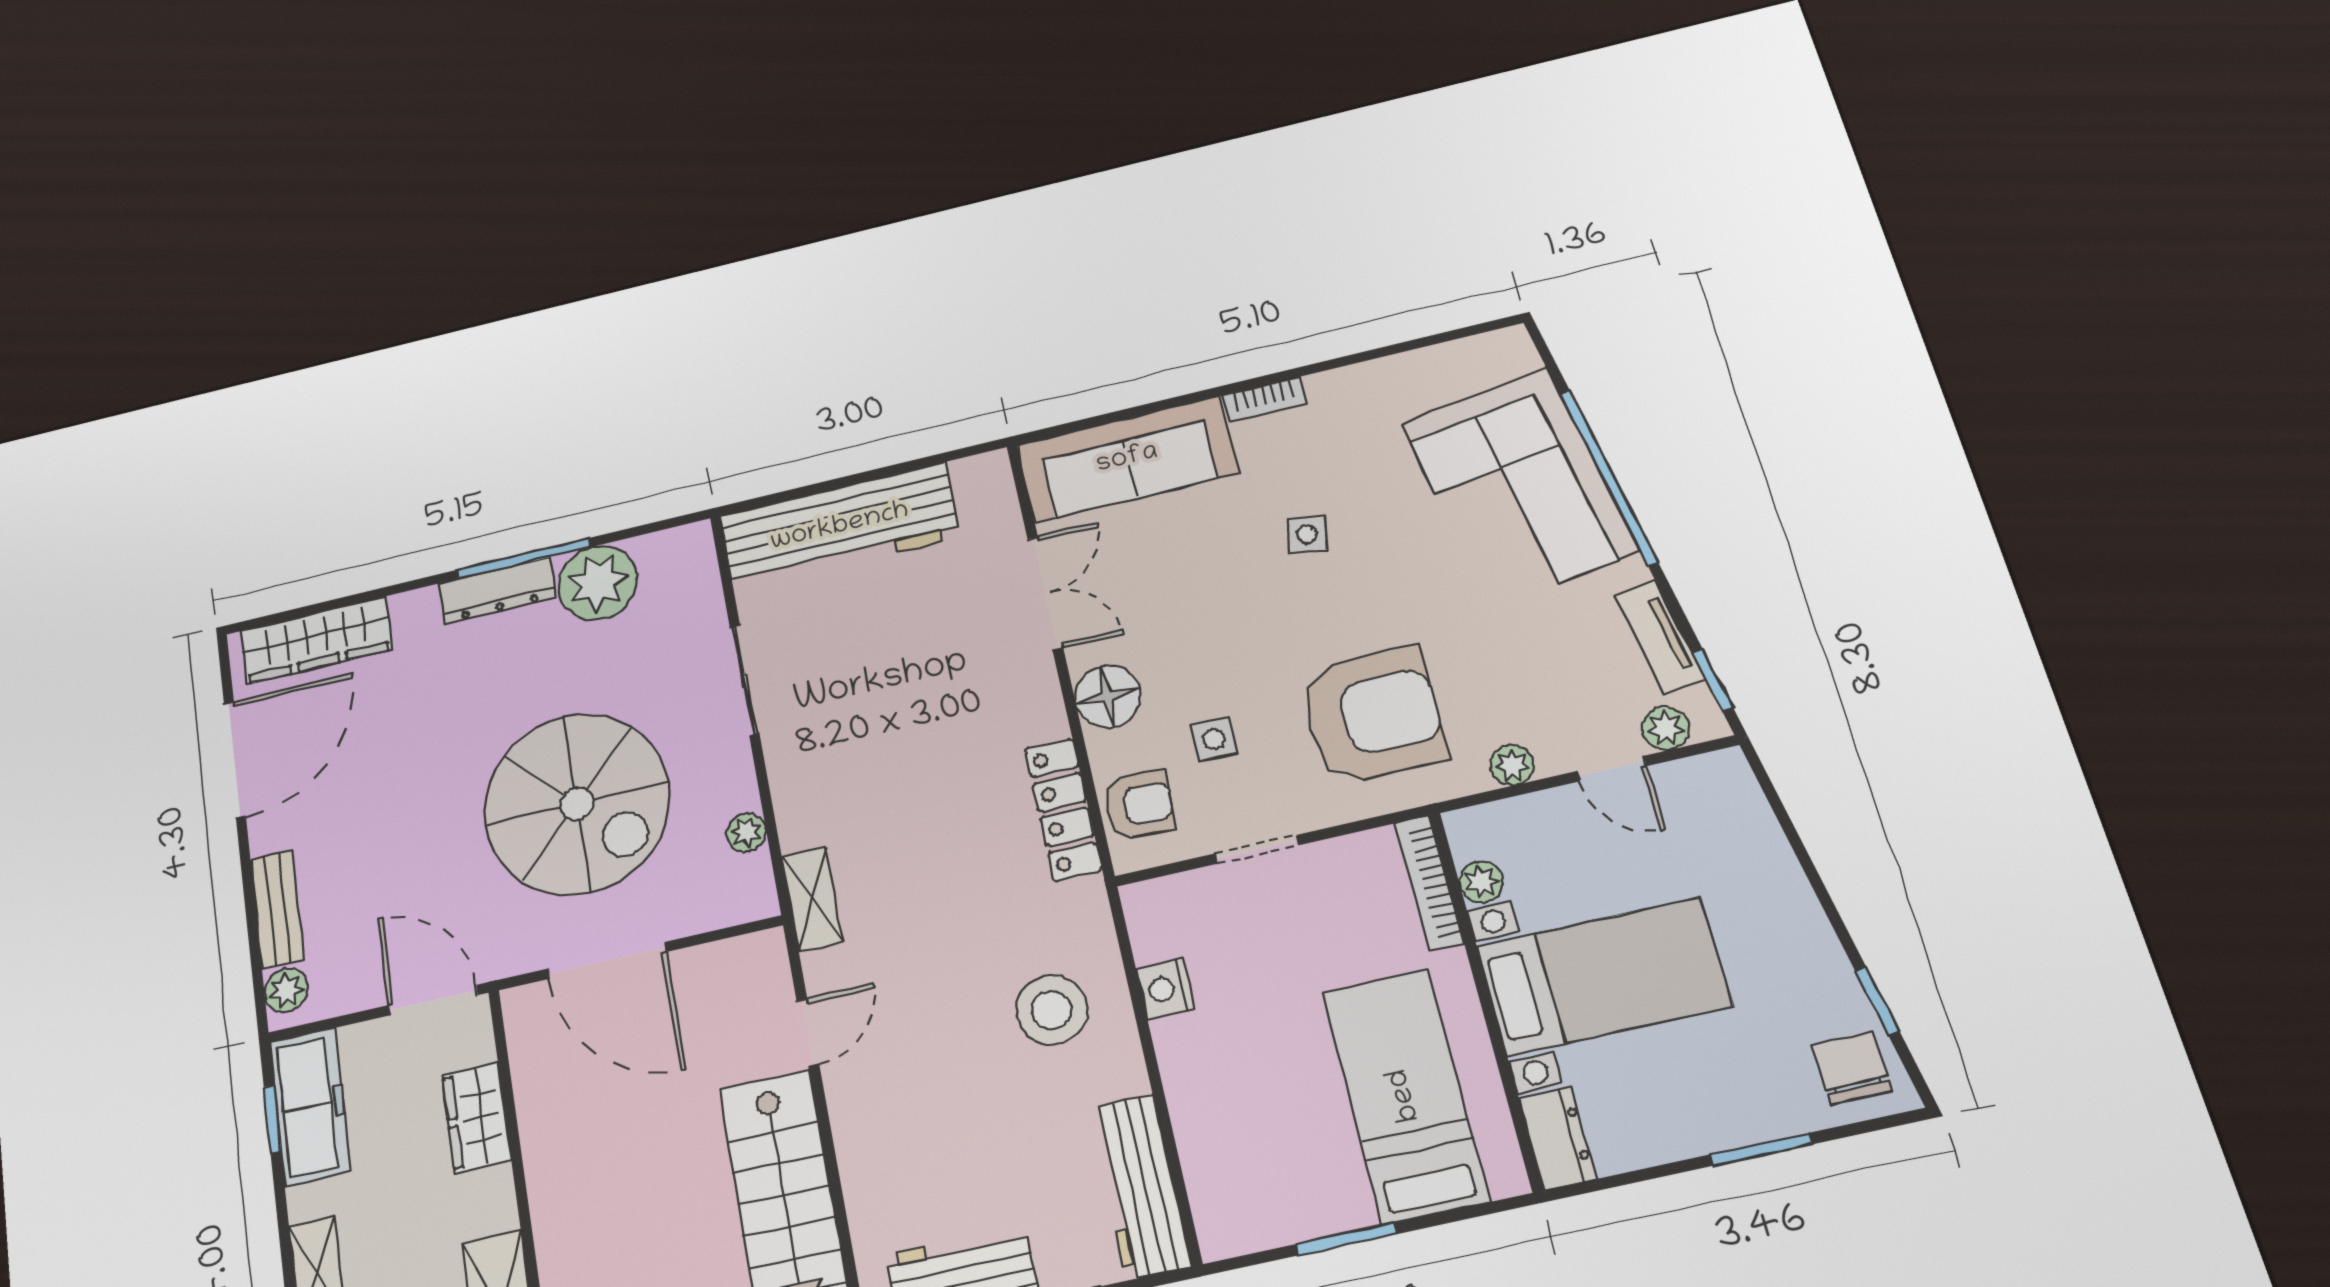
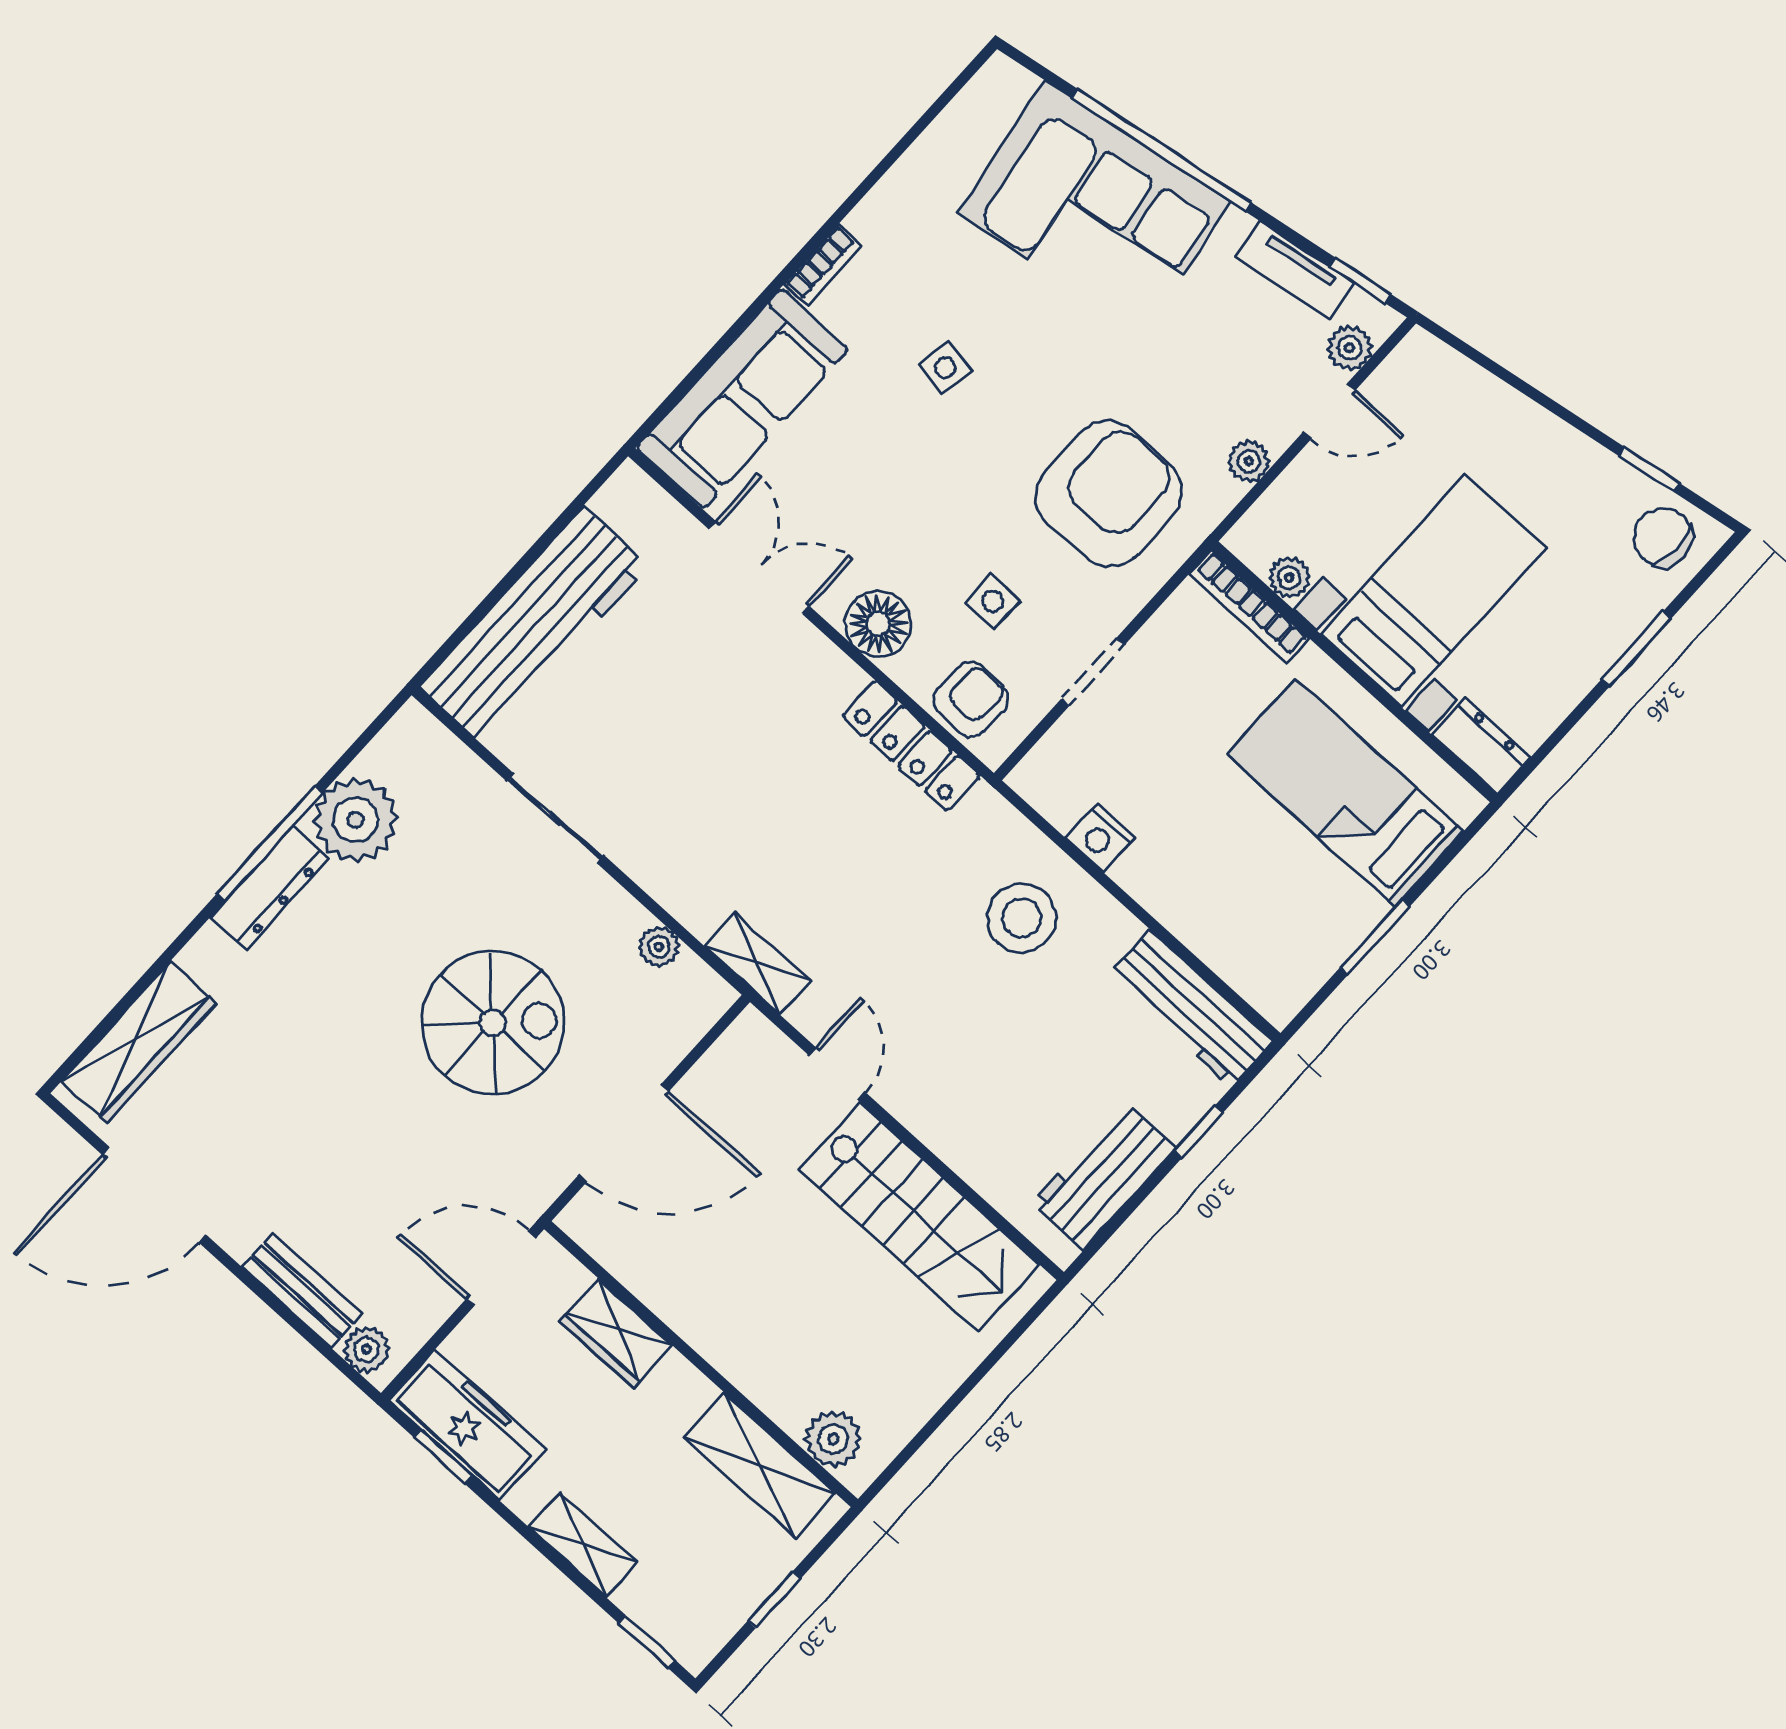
door: (235, 760) -> (154, 1195), swing flipped
spiral stairs: (577, 804) -> (493, 1023), width x0.73, depth x0.73

